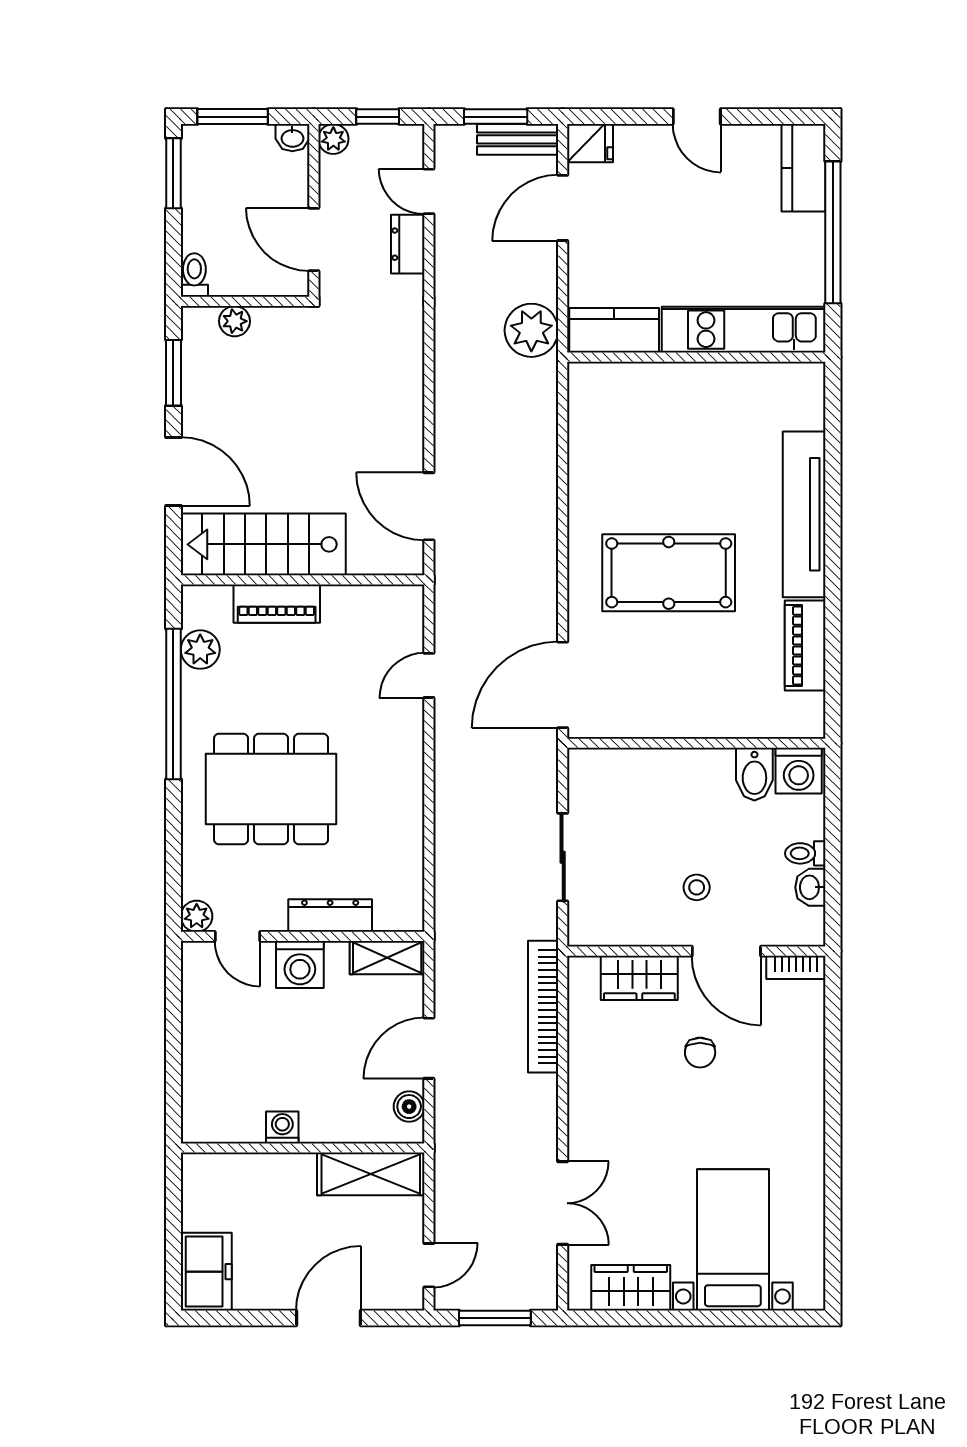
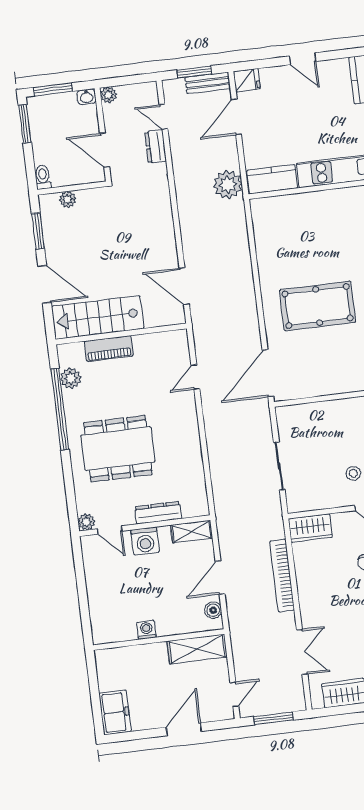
window: (378, 117) -> (131, 80), removed
wardrobe: (639, 978) -> (310, 528), moved
bookcase: (543, 1007) -> (282, 576), moved

